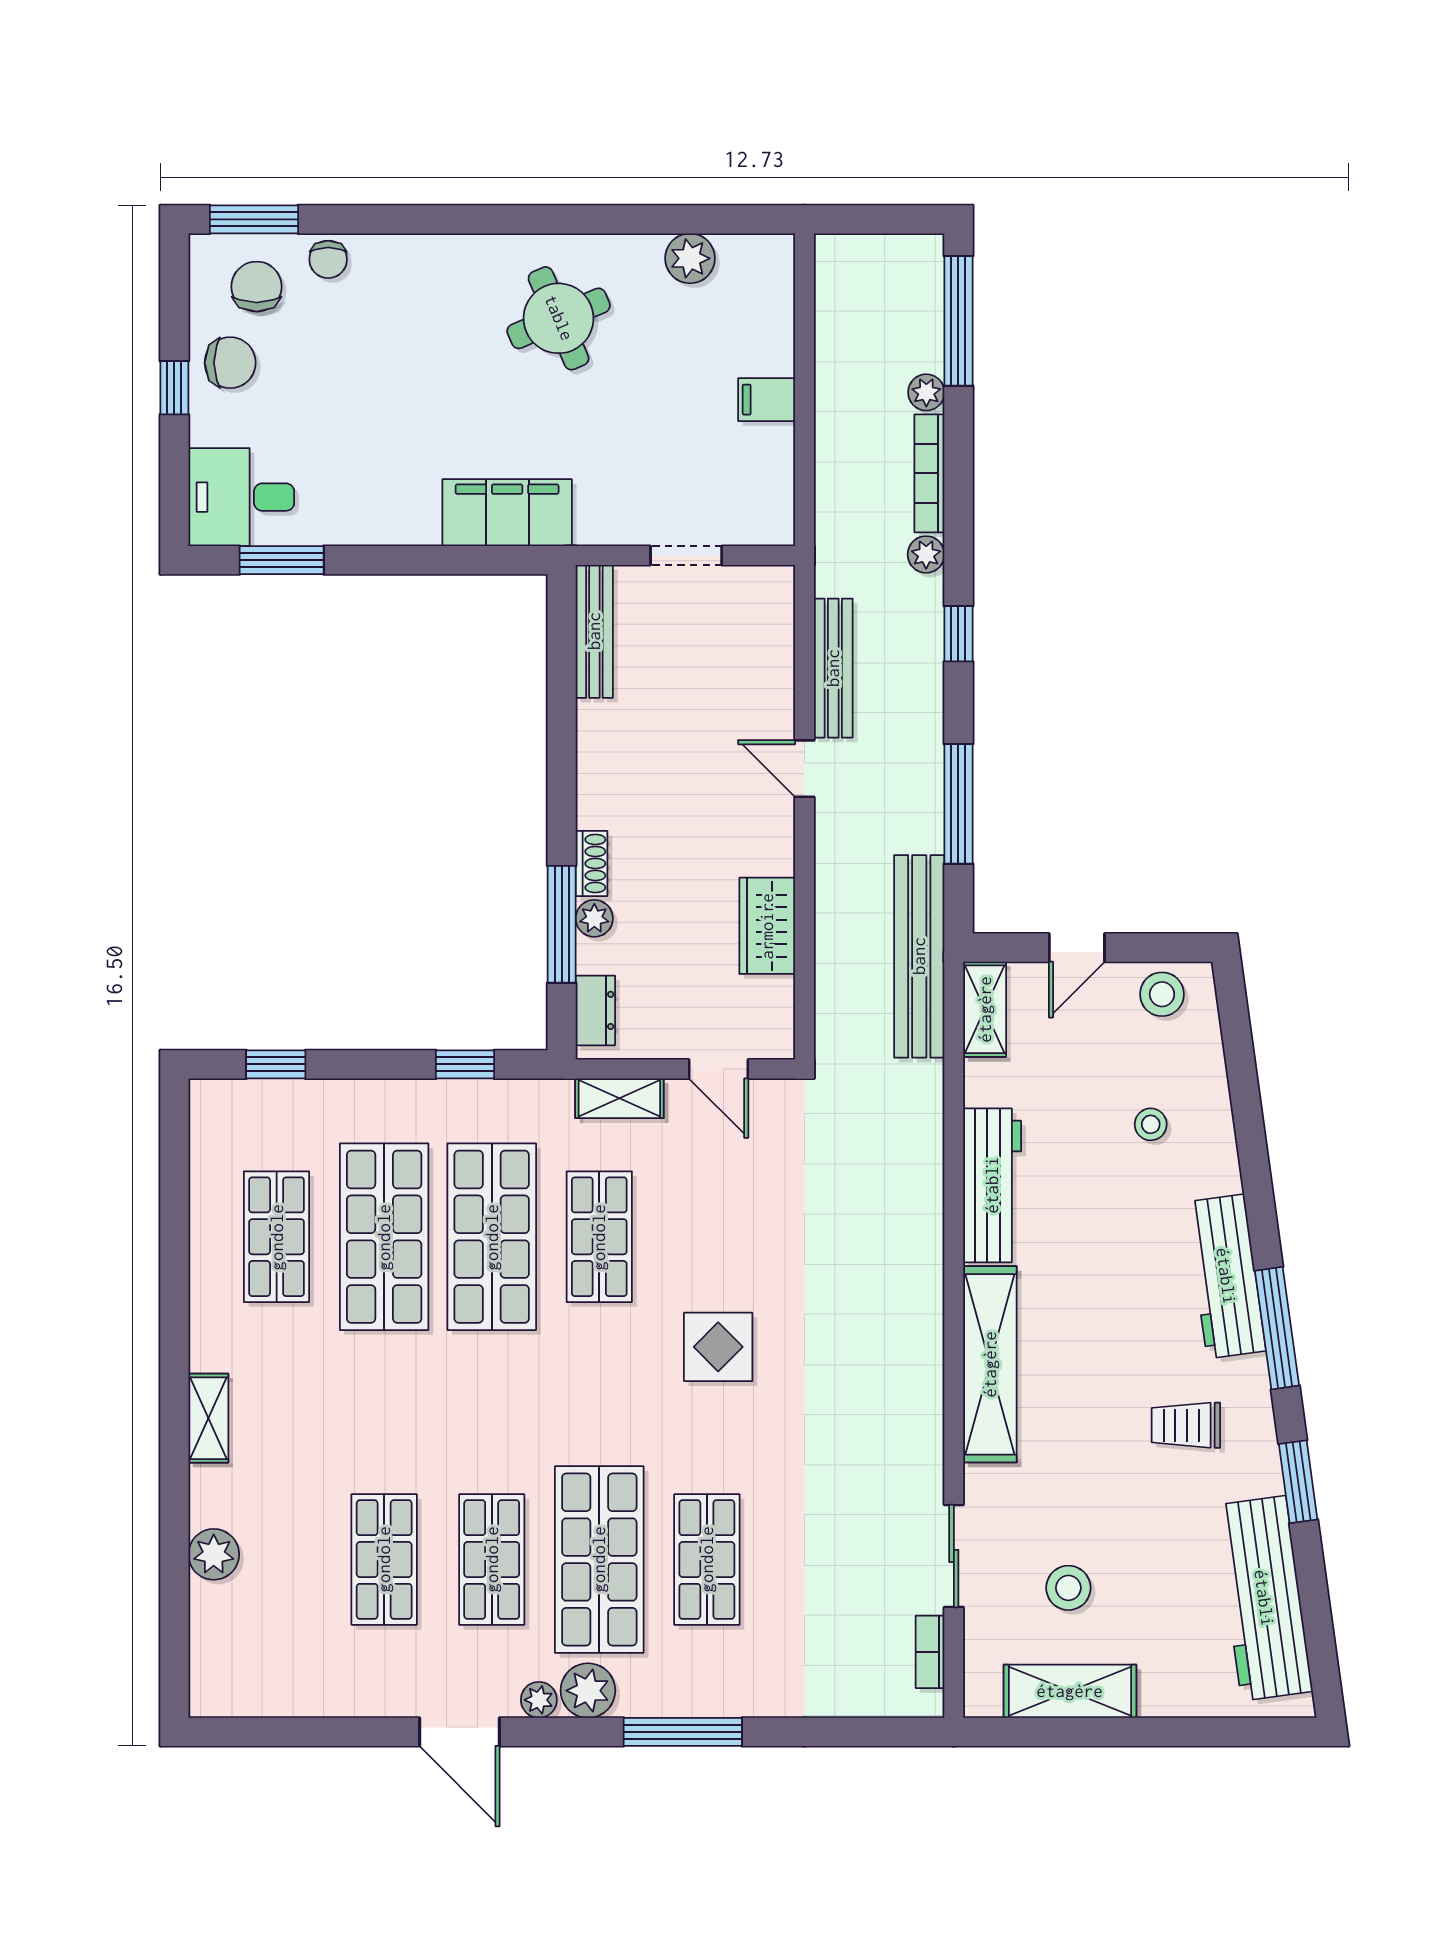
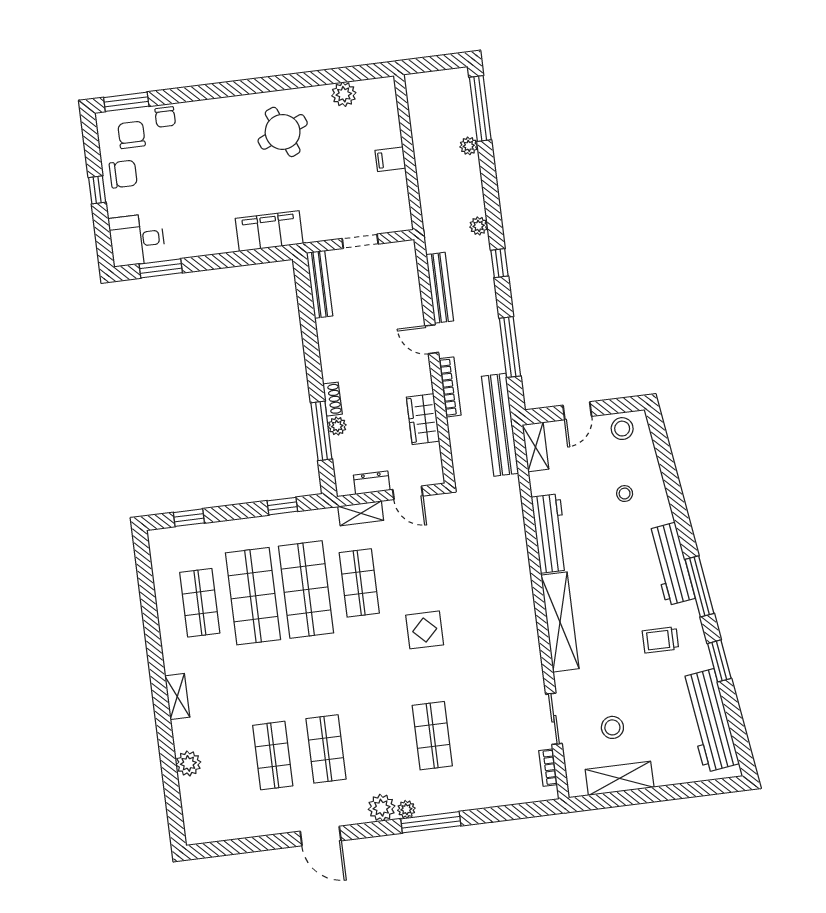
bookcase: (929, 473) -> (450, 387), moved, turned 180
dresser: (595, 1010) -> (372, 483), moved, turned -90
shop shelf: (599, 1559) -> (379, 742), removed
plant: (539, 1700) -> (406, 809), moved

